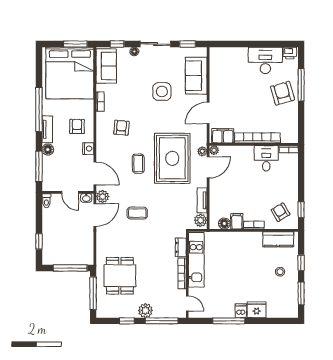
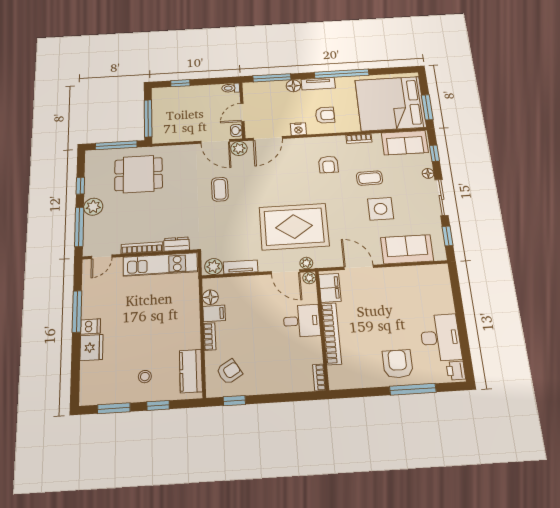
armchair: (283, 93) -> (398, 364), turned -74
armchair: (121, 128) -> (328, 164), turned 85
desk: (266, 158) -> (302, 321), moved
coffee table: (138, 164) -> (370, 178), moved

